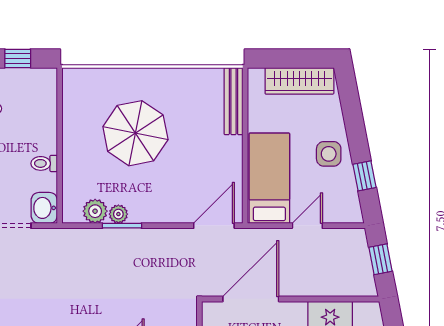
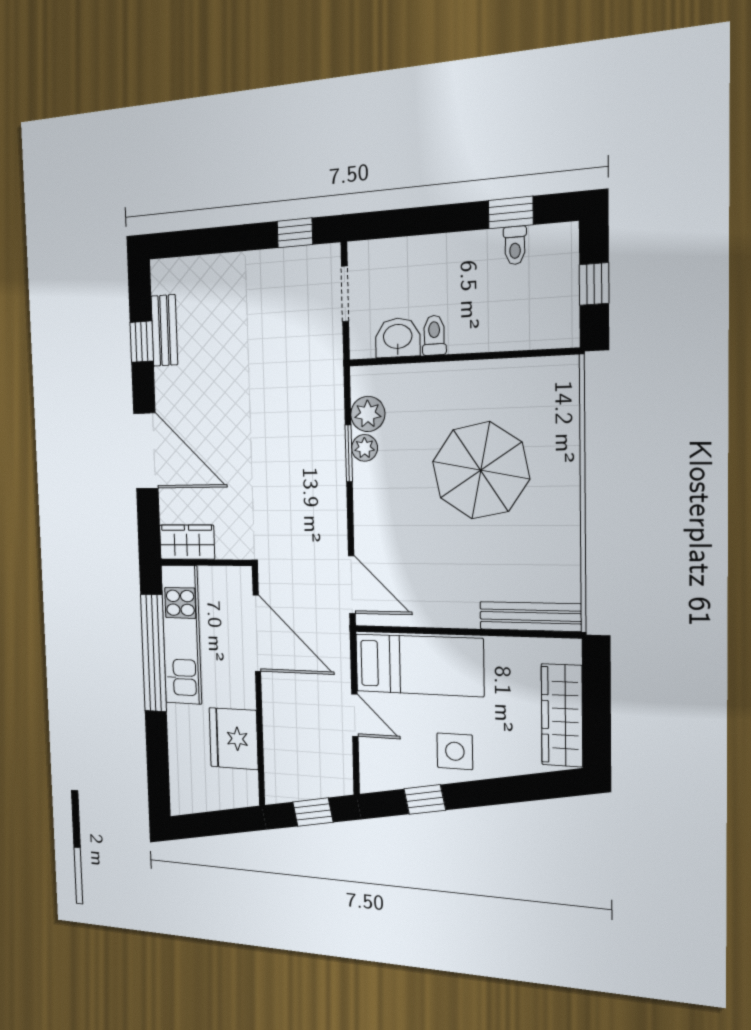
washbasin: (44, 208) -> (398, 338), moved

